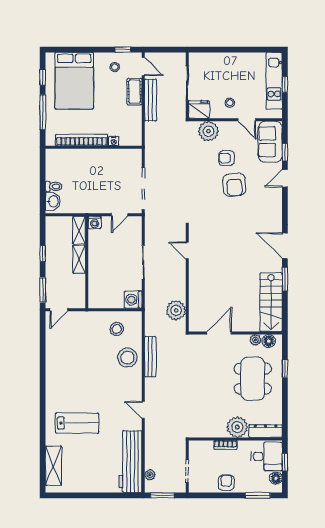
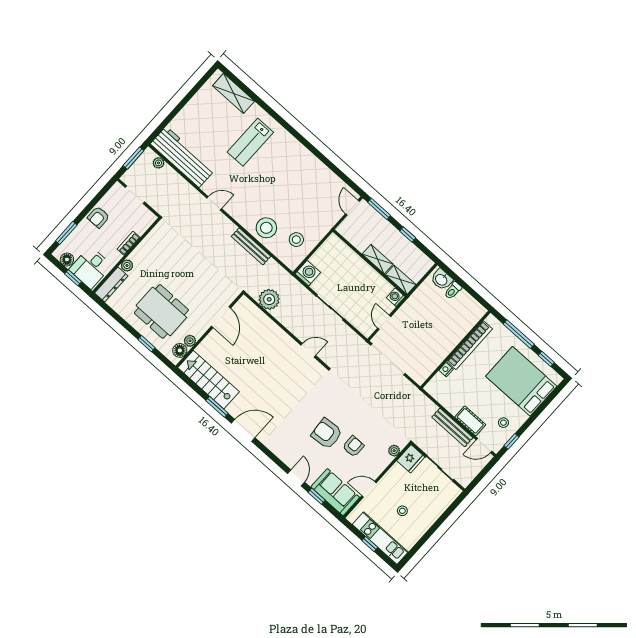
stool: (230, 103) -> (402, 511), moved
plant: (208, 131) -> (394, 451), width x0.53, depth x0.53
plant: (237, 427) -> (127, 266), width x0.53, depth x0.53
armchair: (226, 483) -> (98, 217), turned 90

